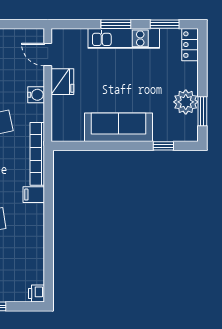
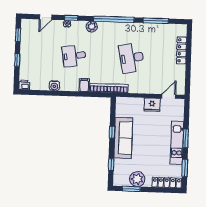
locker: (190, 45) -> (167, 183), width x1.53
water cooler: (36, 95) -> (54, 86), moved
window: (110, 146) -> (112, 132), added

